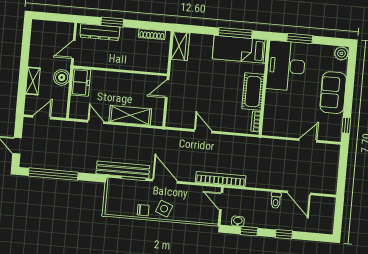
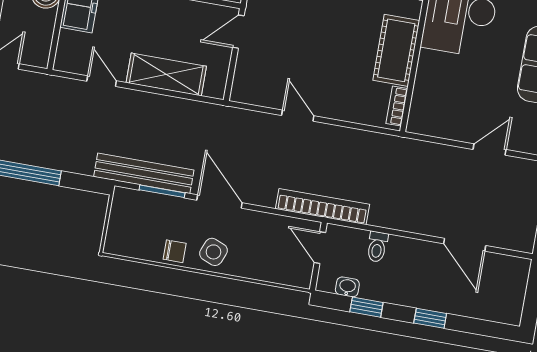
toilet: (276, 200) -> (377, 247), moved

